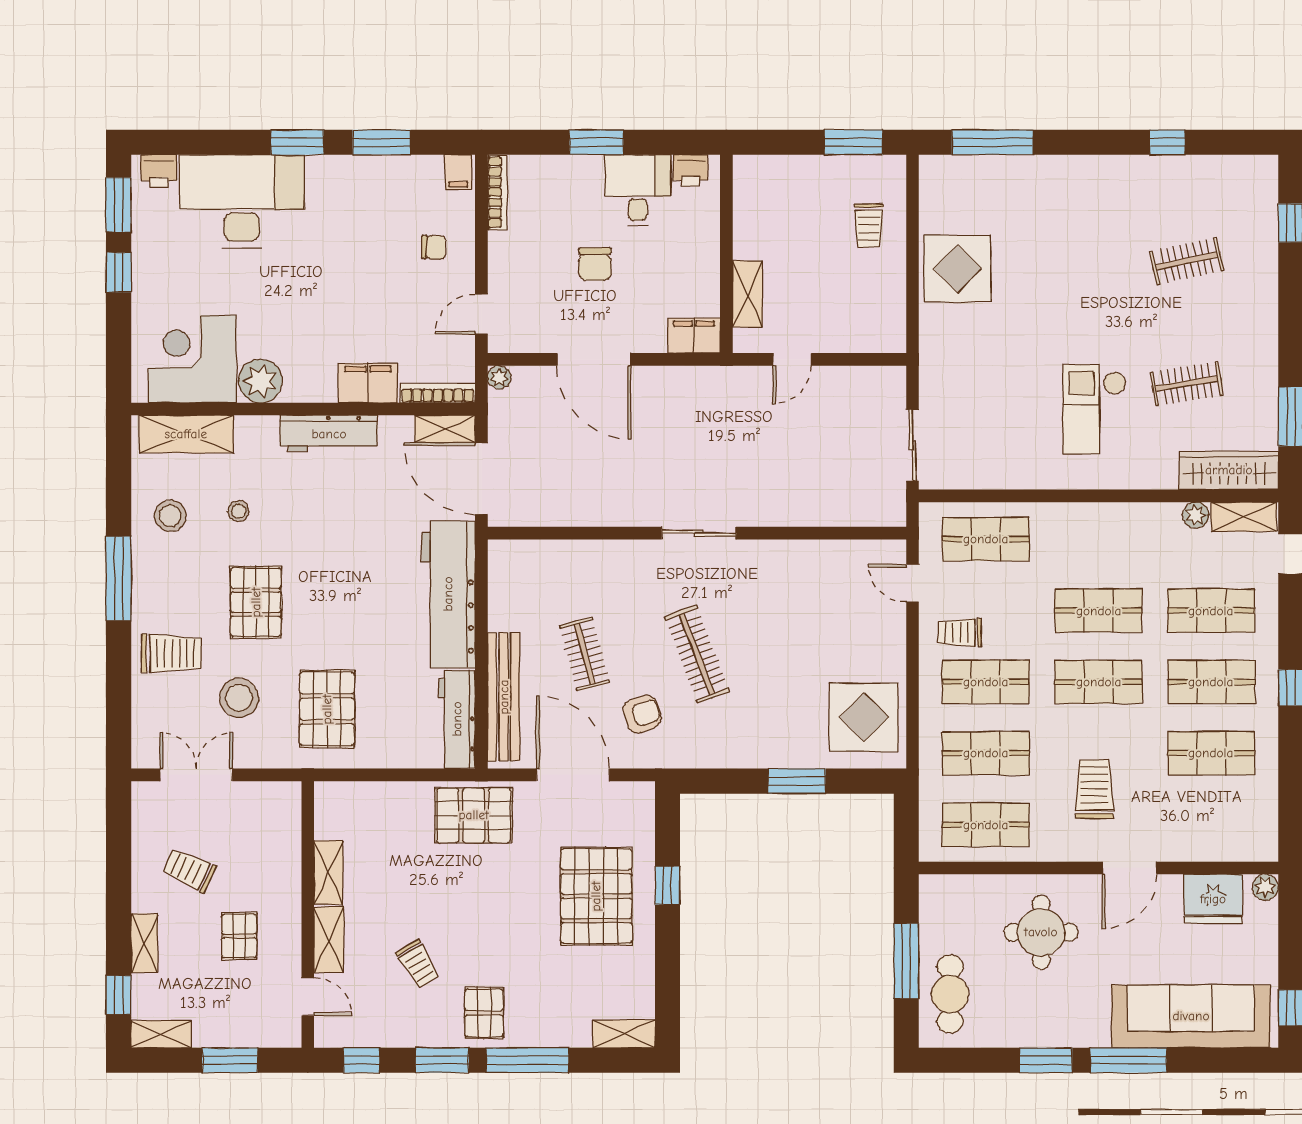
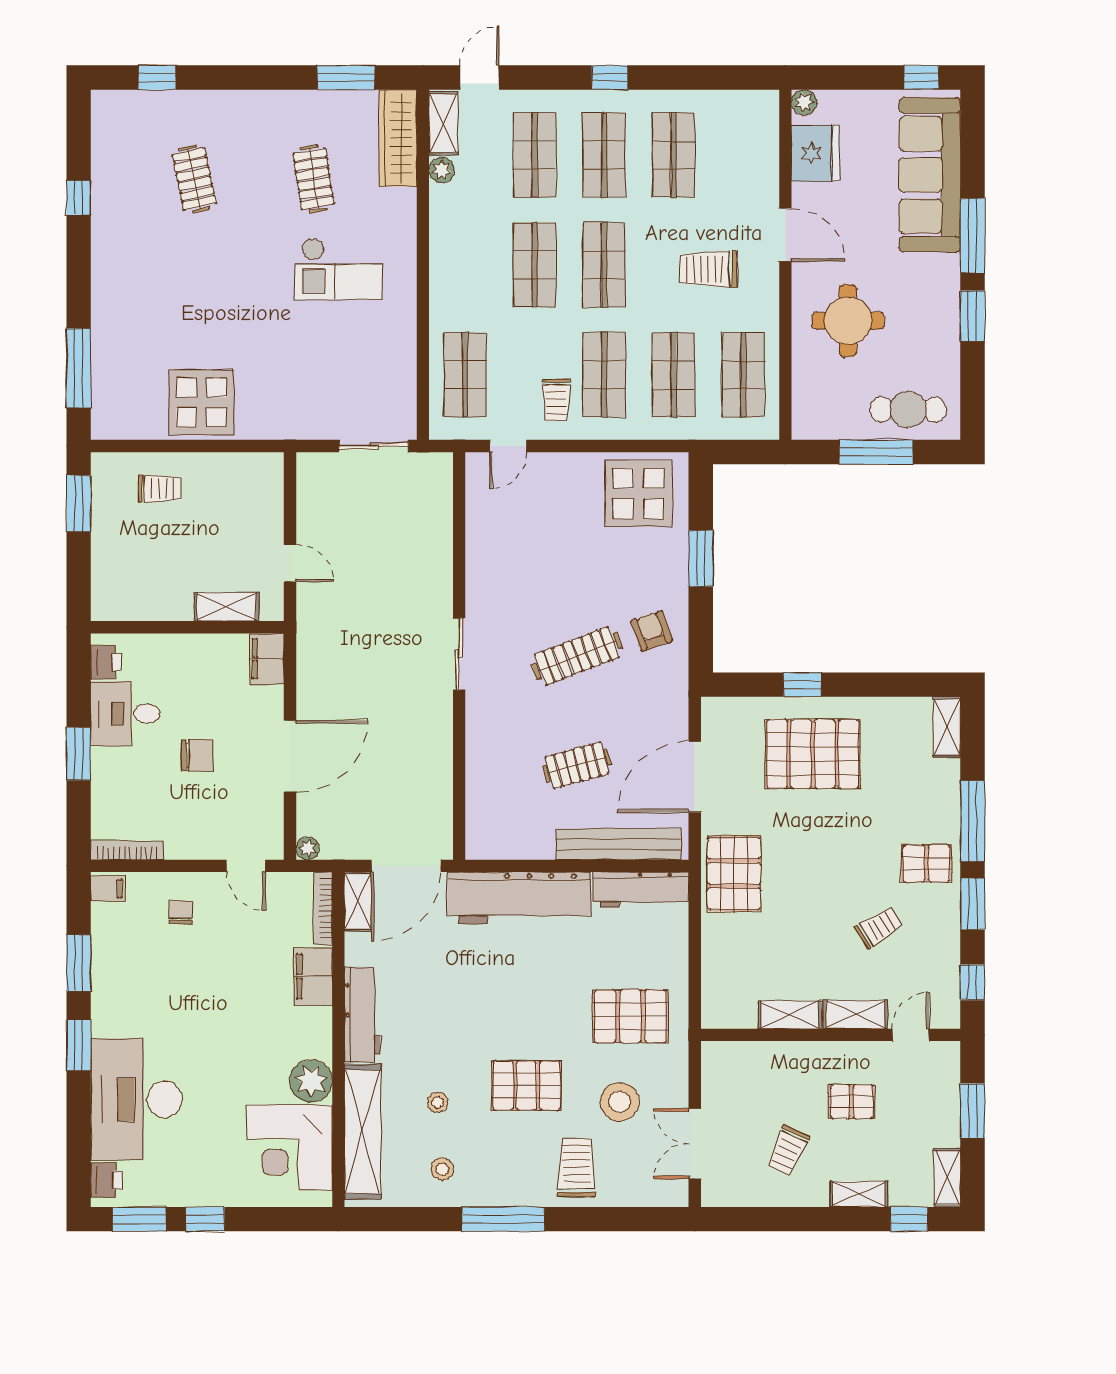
shelving: (186, 434) -> (363, 1132), width x1.47
stool: (170, 516) -> (442, 1169), width x0.73, depth x0.73
armchair: (642, 714) -> (652, 631), moved

